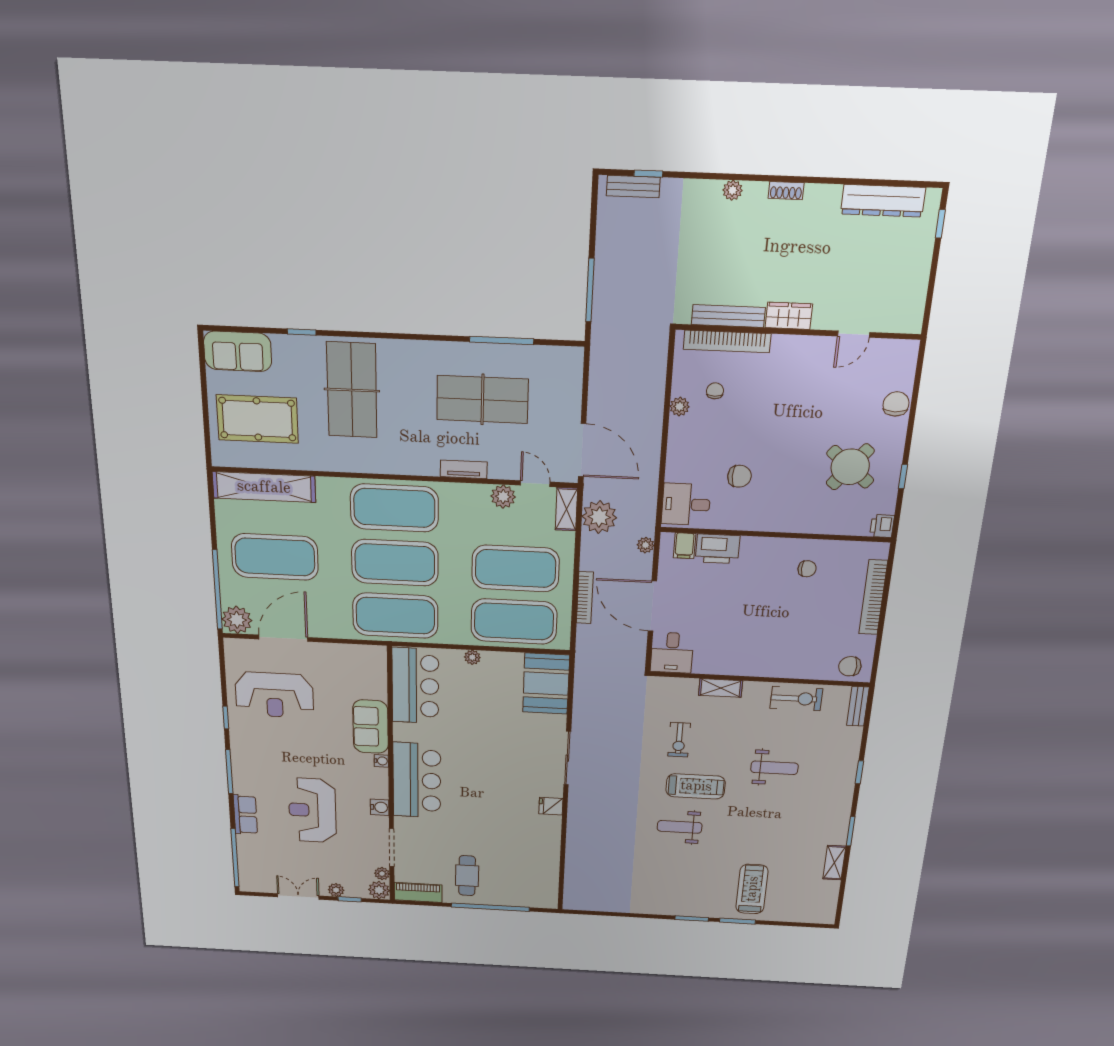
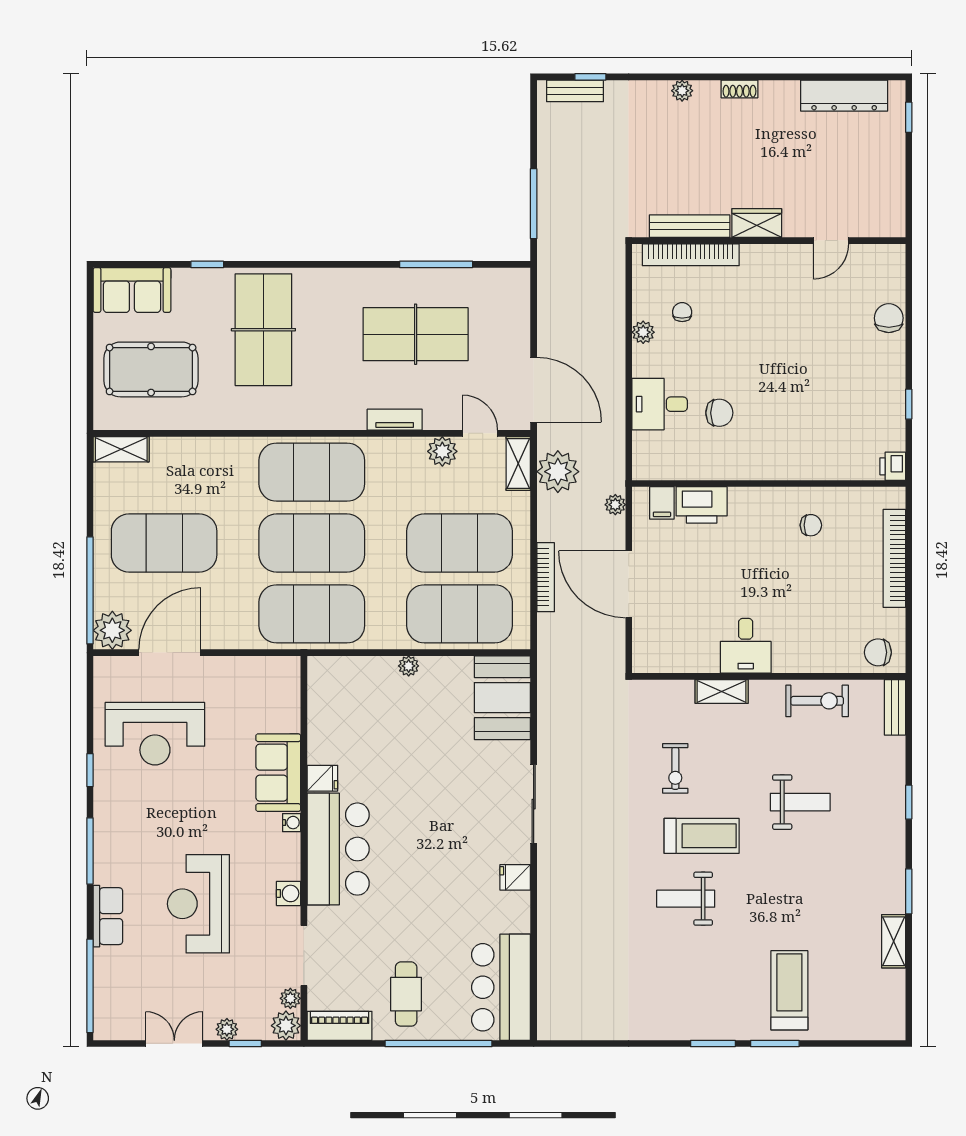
round table: (850, 467) -> (846, 395), removed
shelving: (264, 487) -> (121, 449), width x0.45, depth x0.75
desk: (686, 504) -> (660, 404), moved
desk: (672, 653) -> (746, 646), moved
bar counter: (415, 686) -> (501, 987), moved, turned 180
fridge: (405, 732) -> (322, 778), added

